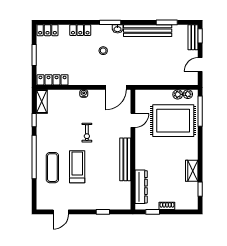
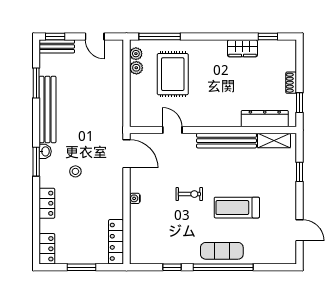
shelving: (42, 101) -> (274, 141), moved
rug: (173, 121) -> (173, 74), width x0.73, depth x0.69
exercise mat: (52, 168) -> (222, 251), moved

